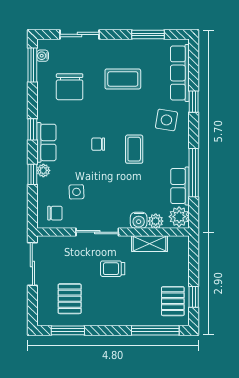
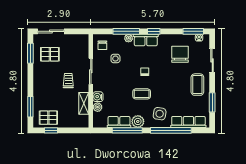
coffee table: (123, 79) -> (197, 85), moved
chair: (70, 87) -> (180, 54), turned 90
window: (194, 102) -> (171, 130), width x3.17
window: (32, 174) -> (126, 31), width x2.17
plant: (179, 217) -> (138, 121), moved
sliding door: (32, 264) -> (51, 31), moved
window: (155, 330) -> (30, 107), width x0.69

